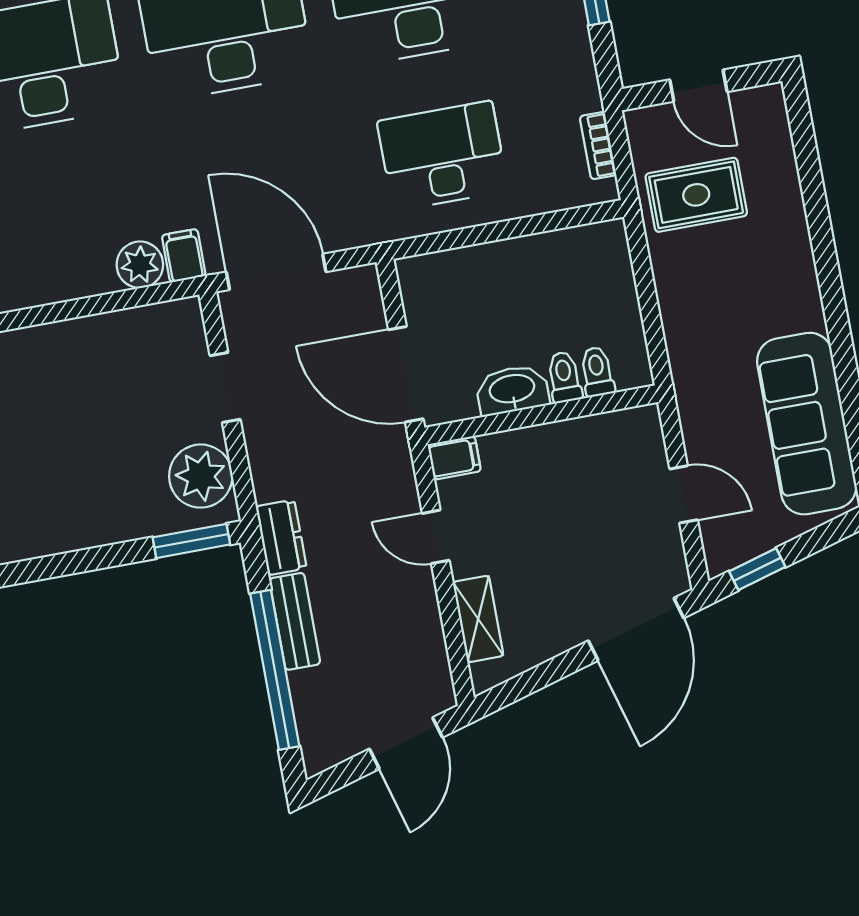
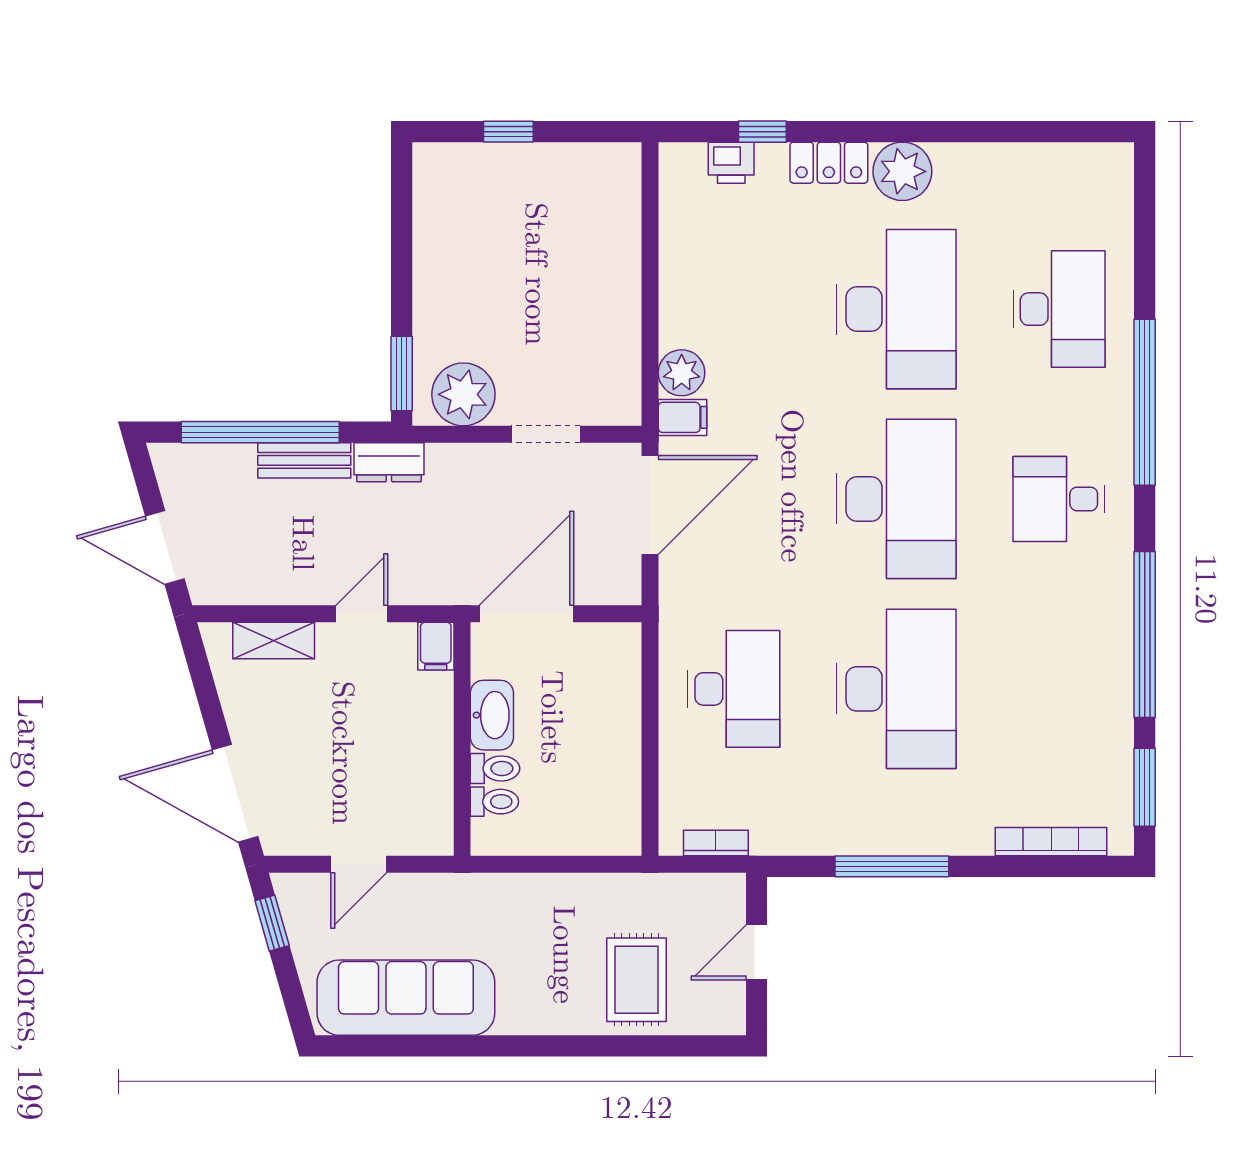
rug: (696, 195) -> (637, 980), moved

